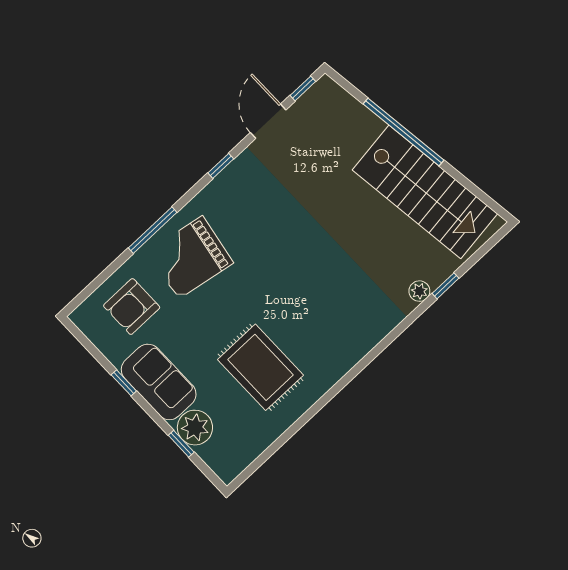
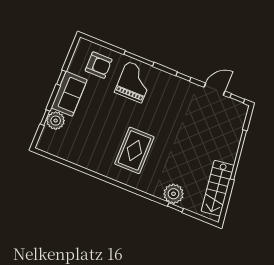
stairs: (425, 192) -> (217, 188), width x0.73, depth x0.66
grand piano: (191, 257) -> (134, 82), turned 80
plant: (419, 291) -> (174, 194), width x1.87, depth x1.87
armchair: (132, 307) -> (99, 65), turned 180
rug: (260, 367) -> (134, 150), moved

